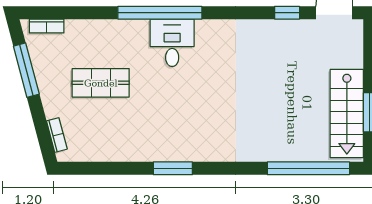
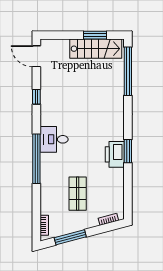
window: (287, 13) -> (36, 97), moved
desk: (172, 43) -> (54, 139), moved
printer: (167, 146) -> (115, 154), added

